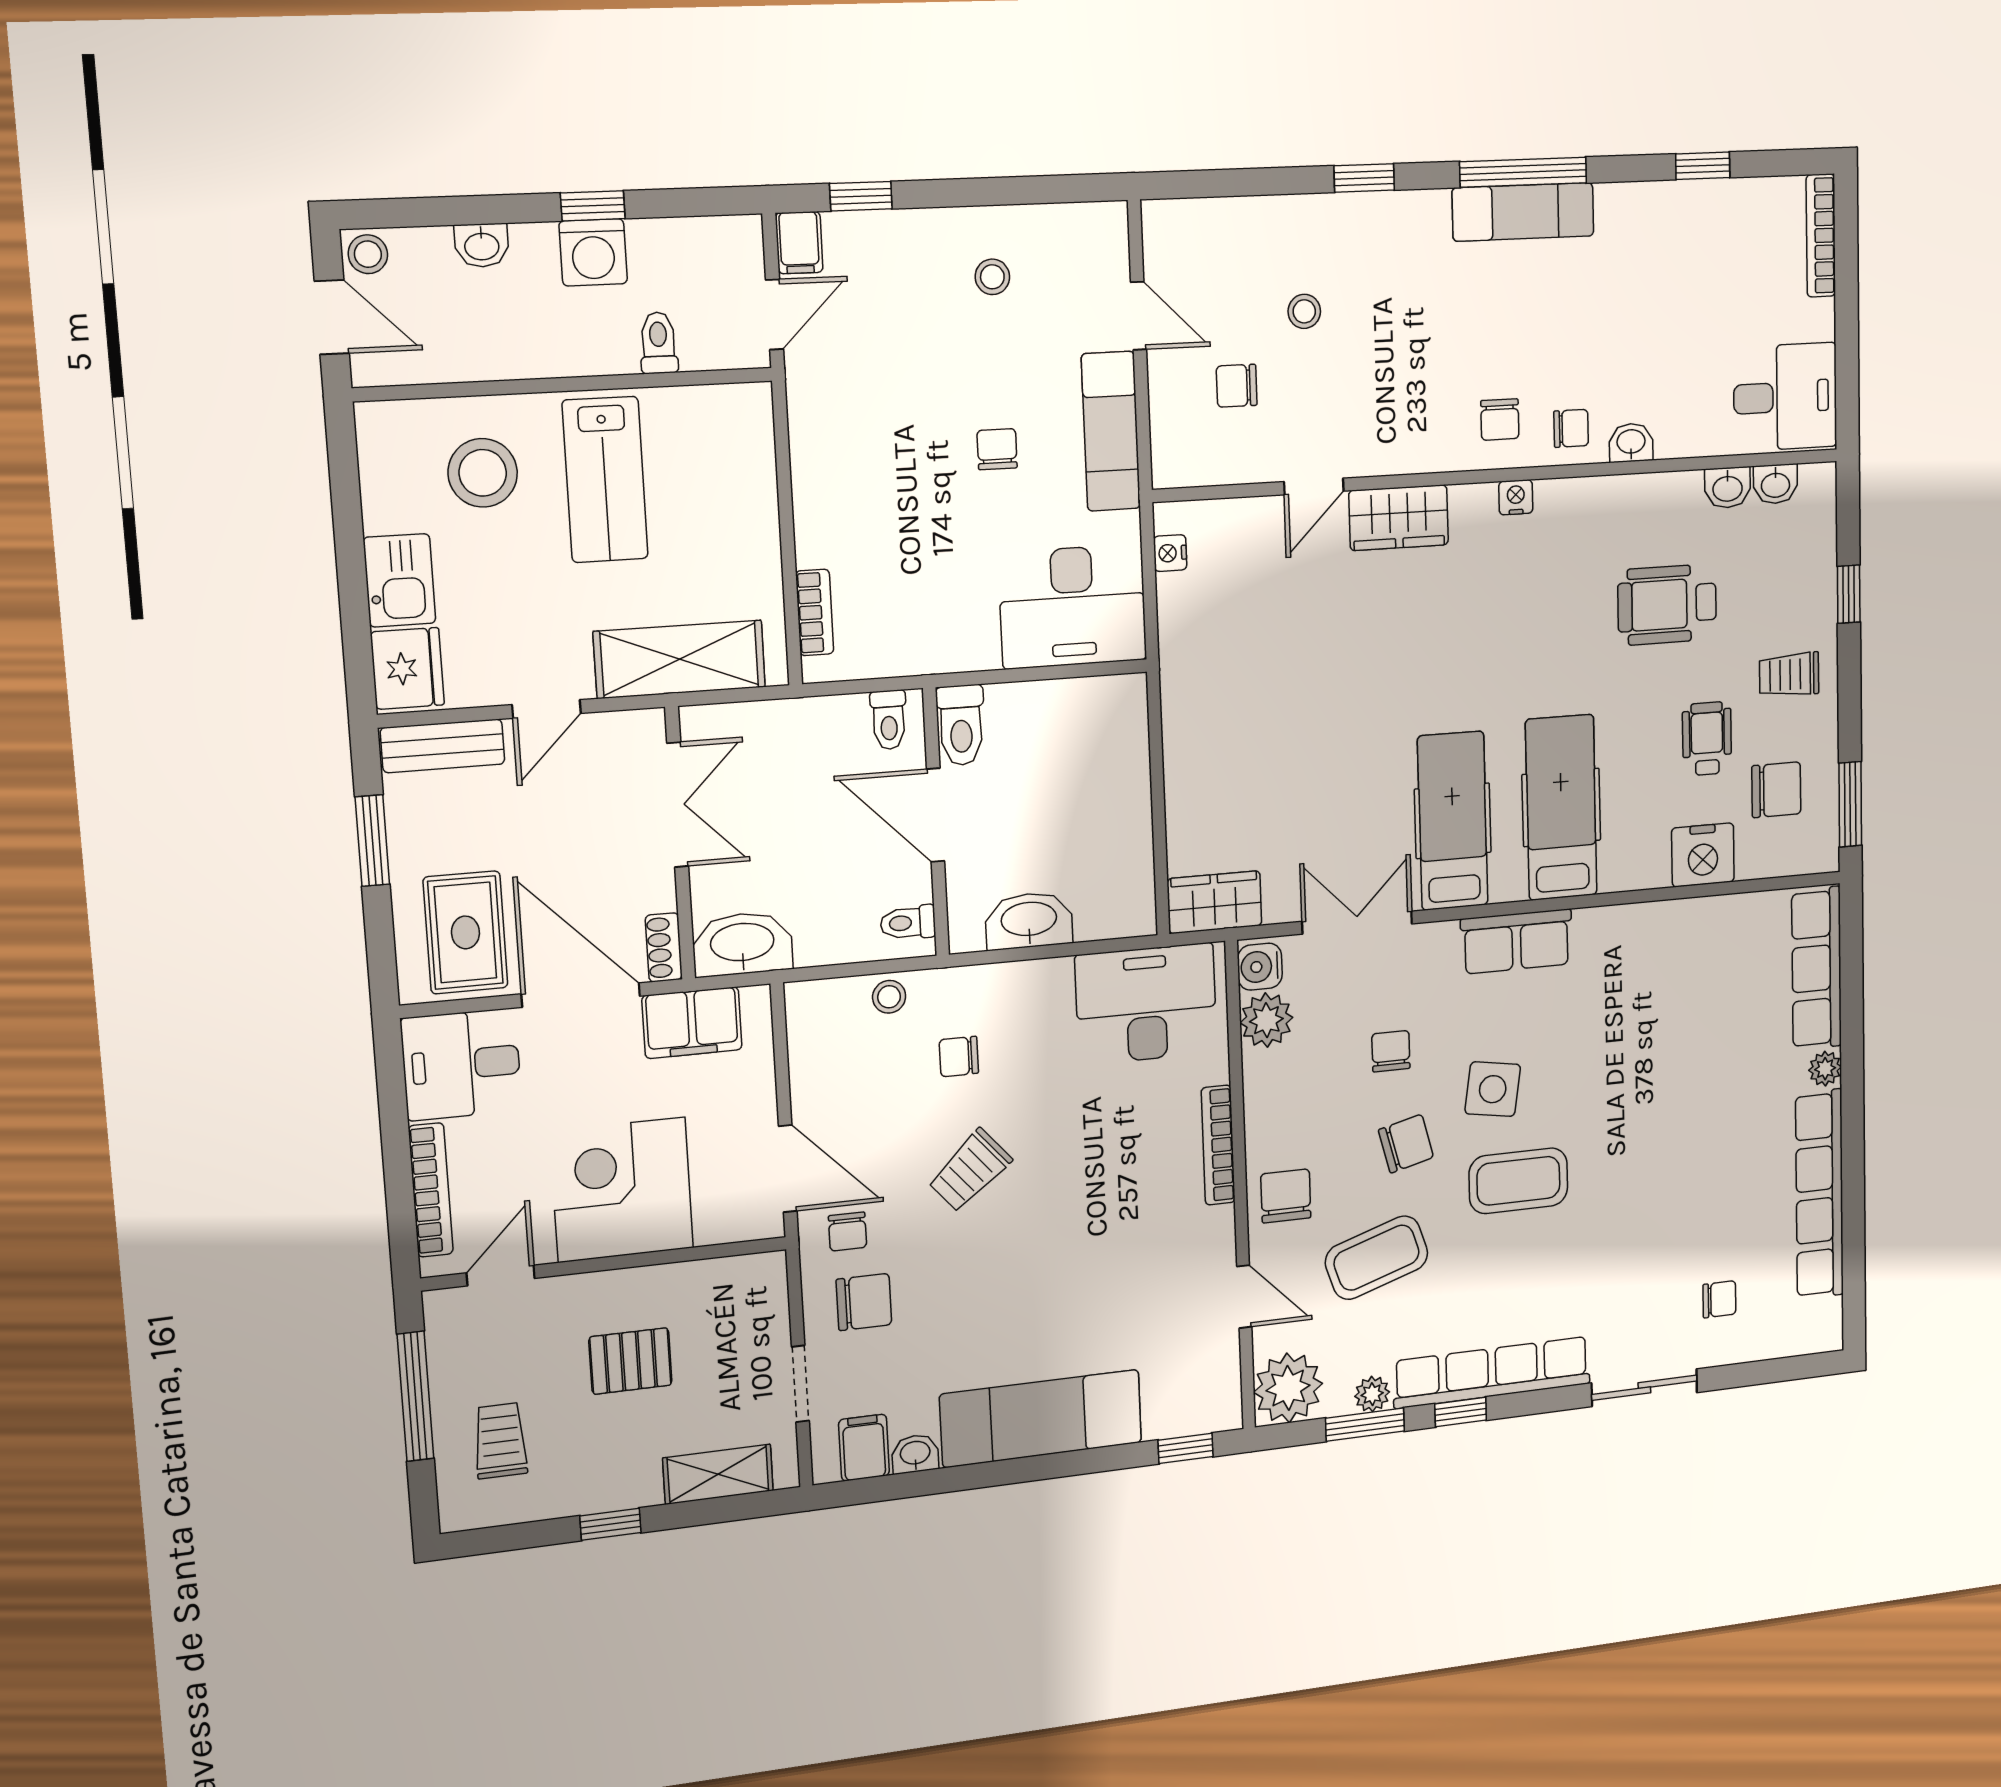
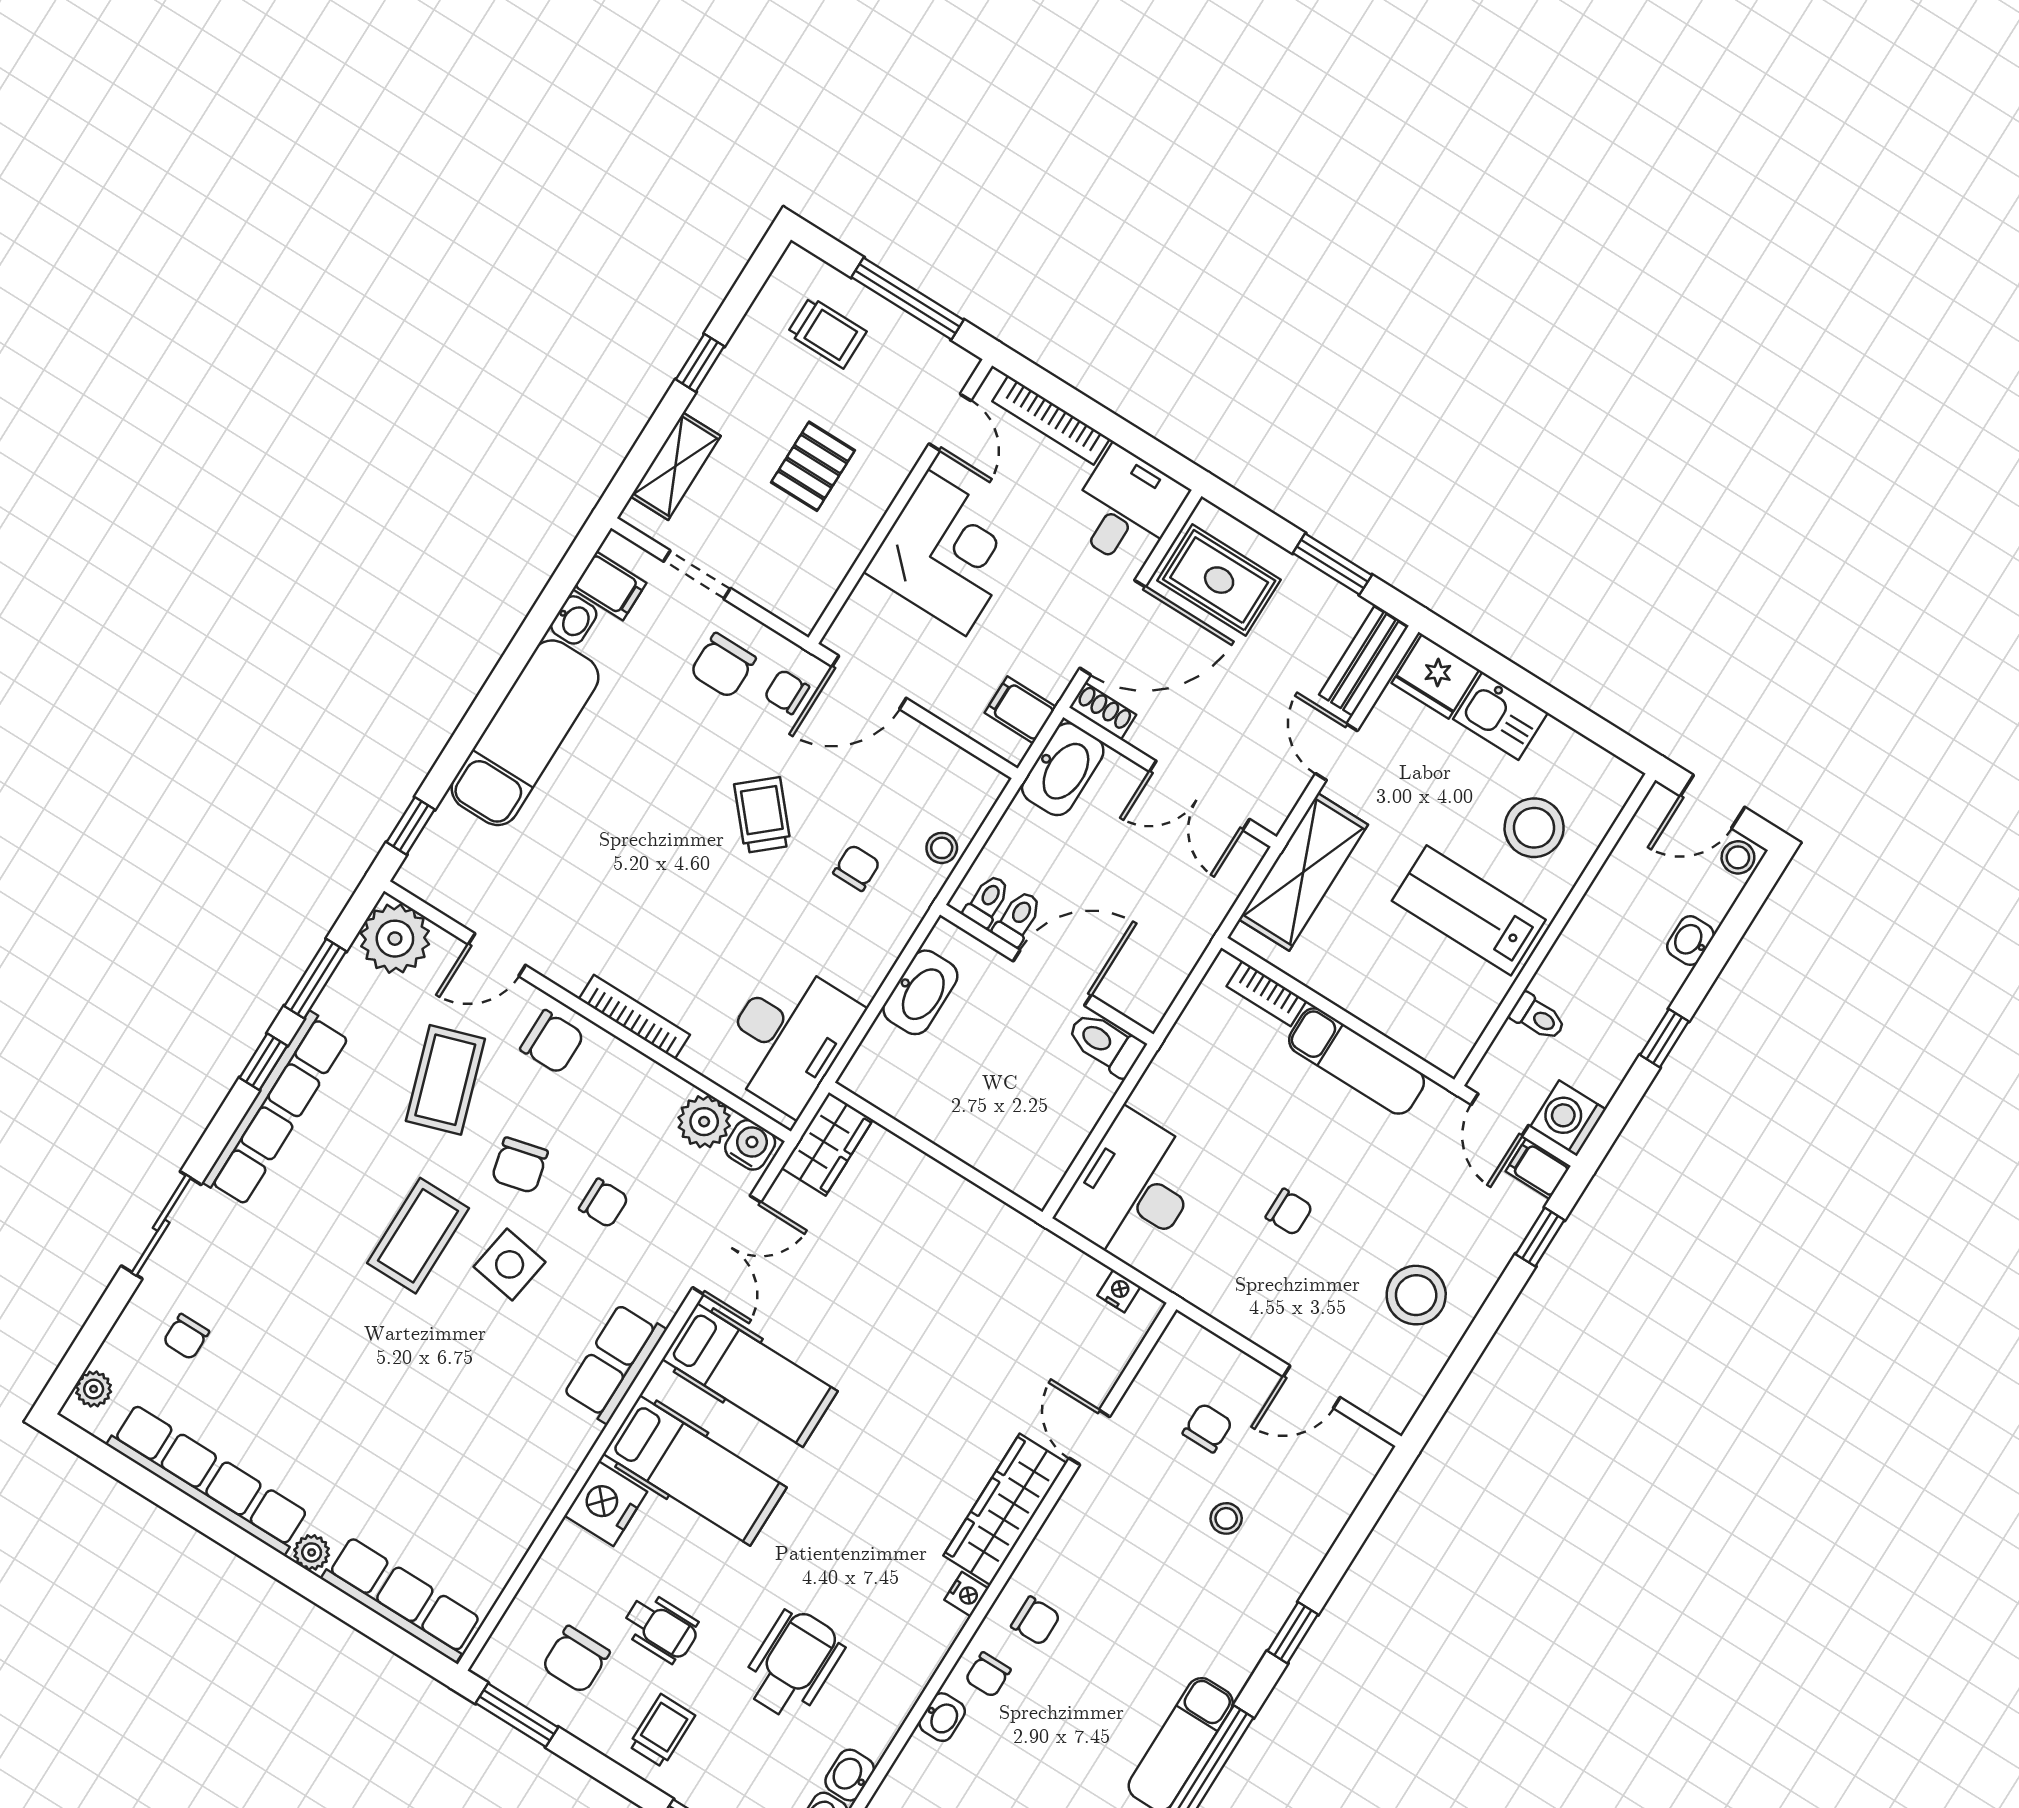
washing machine: (593, 252) -> (1568, 1118), moved
stool: (992, 277) -> (1416, 1295), width x1.89, depth x1.89
chair: (1500, 420) -> (1036, 1621), turned 180
exam couch: (1111, 431) -> (1357, 1061), moved, turned 180
wardrobe: (1399, 518) -> (1005, 1509), width x1.50
toilet: (889, 720) -> (1018, 919), moved, turned 90
nightstand: (1703, 855) -> (606, 1504), moved
filing cabinet: (692, 1023) -> (1020, 710), width x0.50
plant: (1372, 1394) -> (94, 1389), moved

